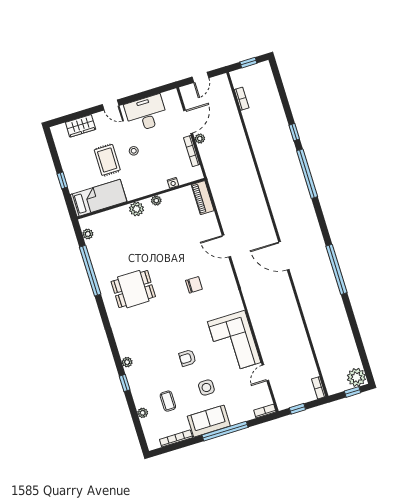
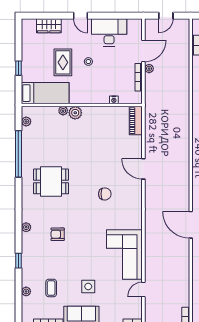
plant: (156, 201) -> (63, 111), moved
door: (284, 256) -> (191, 225), moved
armchair: (187, 358) -> (58, 234), moved
plant: (127, 362) -> (26, 227), moved

